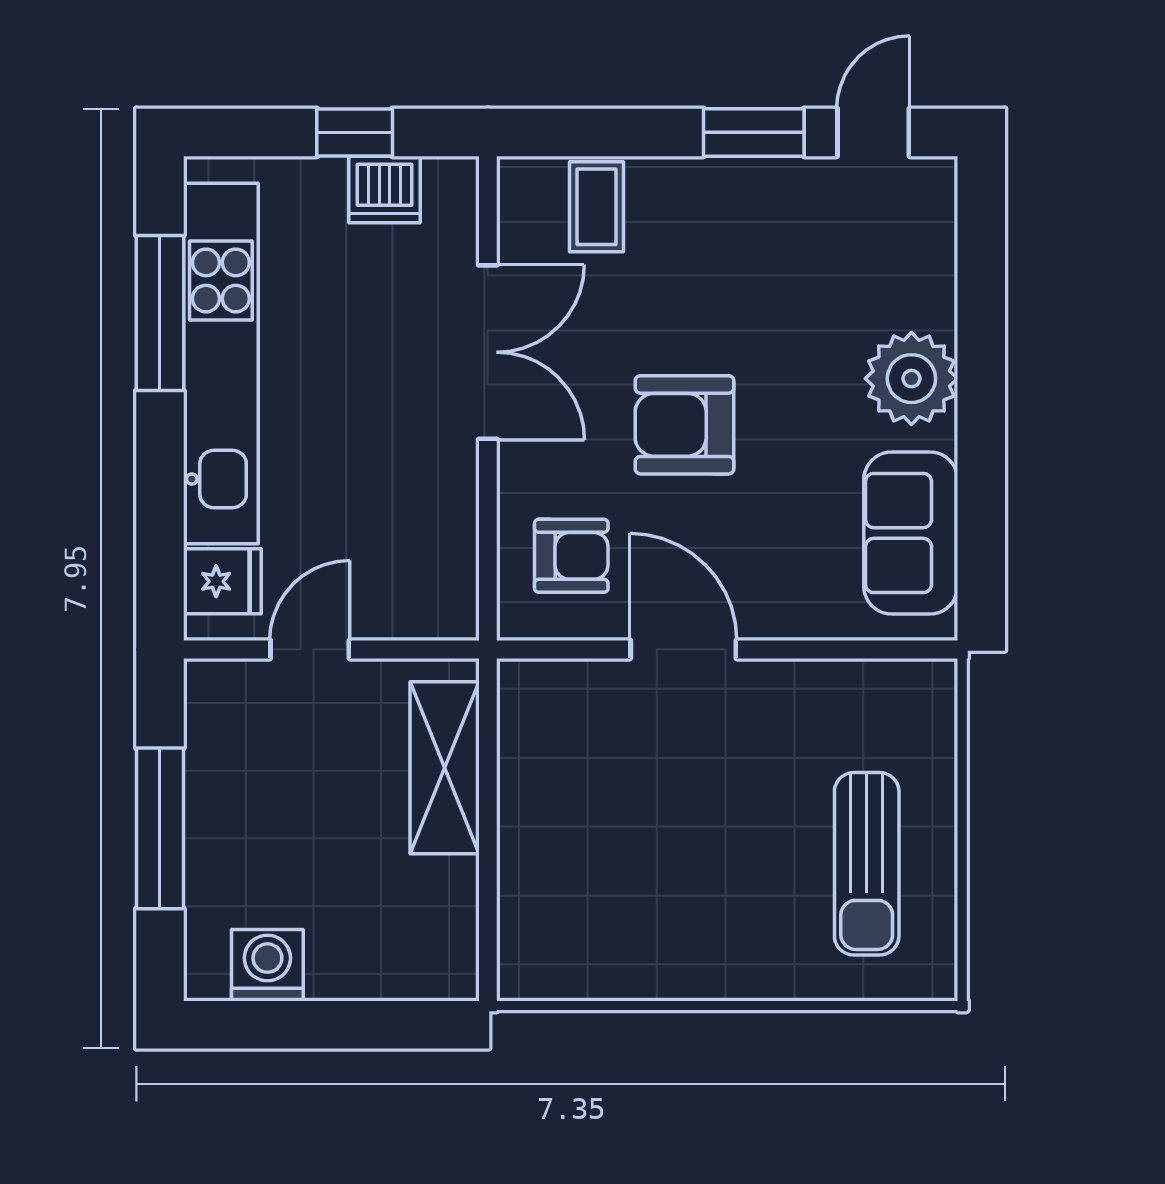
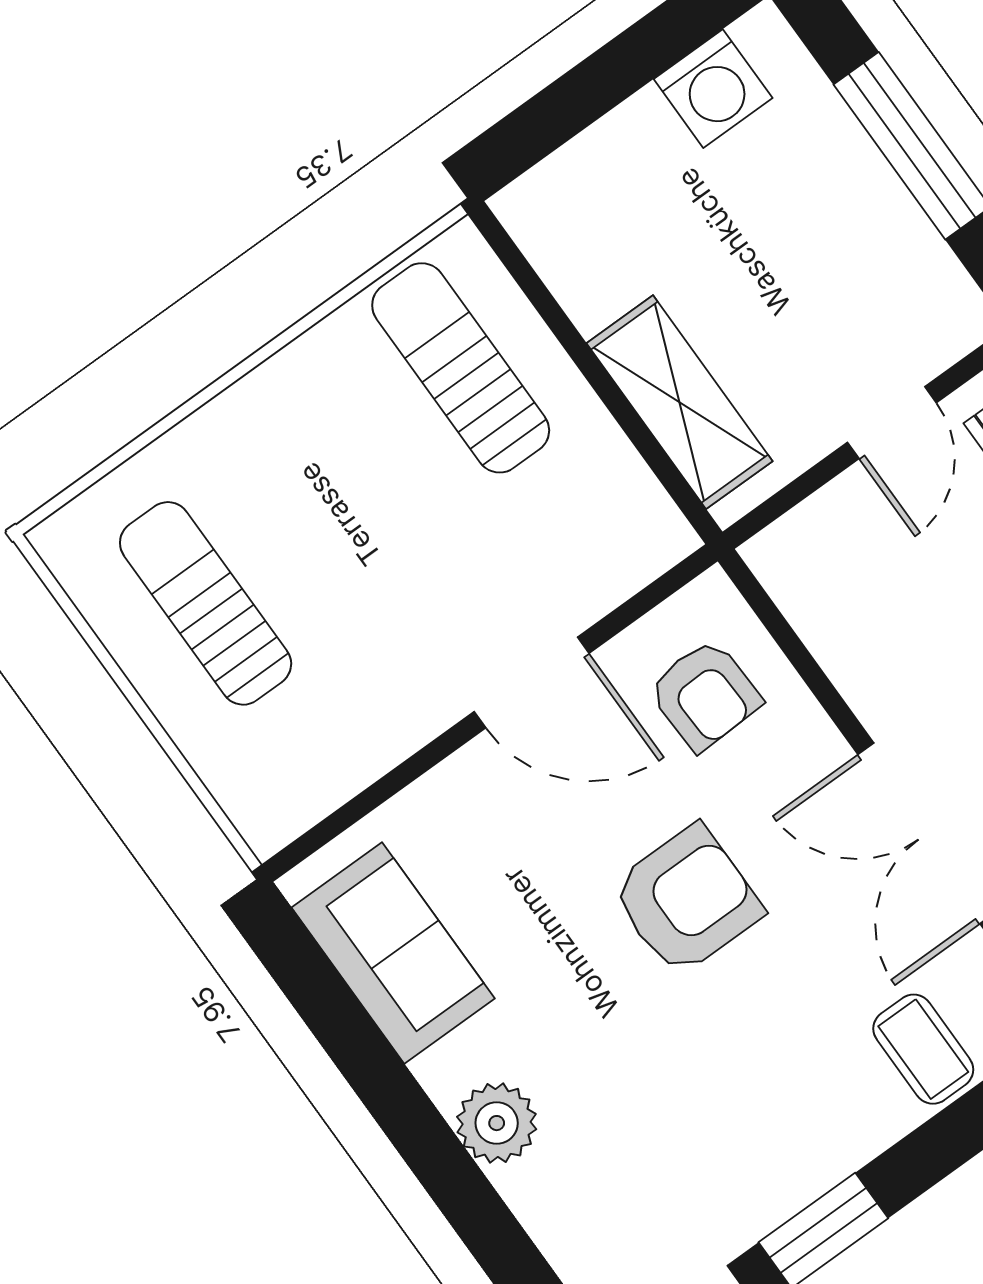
plant: (911, 379) -> (497, 1123), width x0.73, depth x0.73
armchair: (571, 556) -> (705, 695), turned -92
sun lounger: (577, 899) -> (461, 368), added

